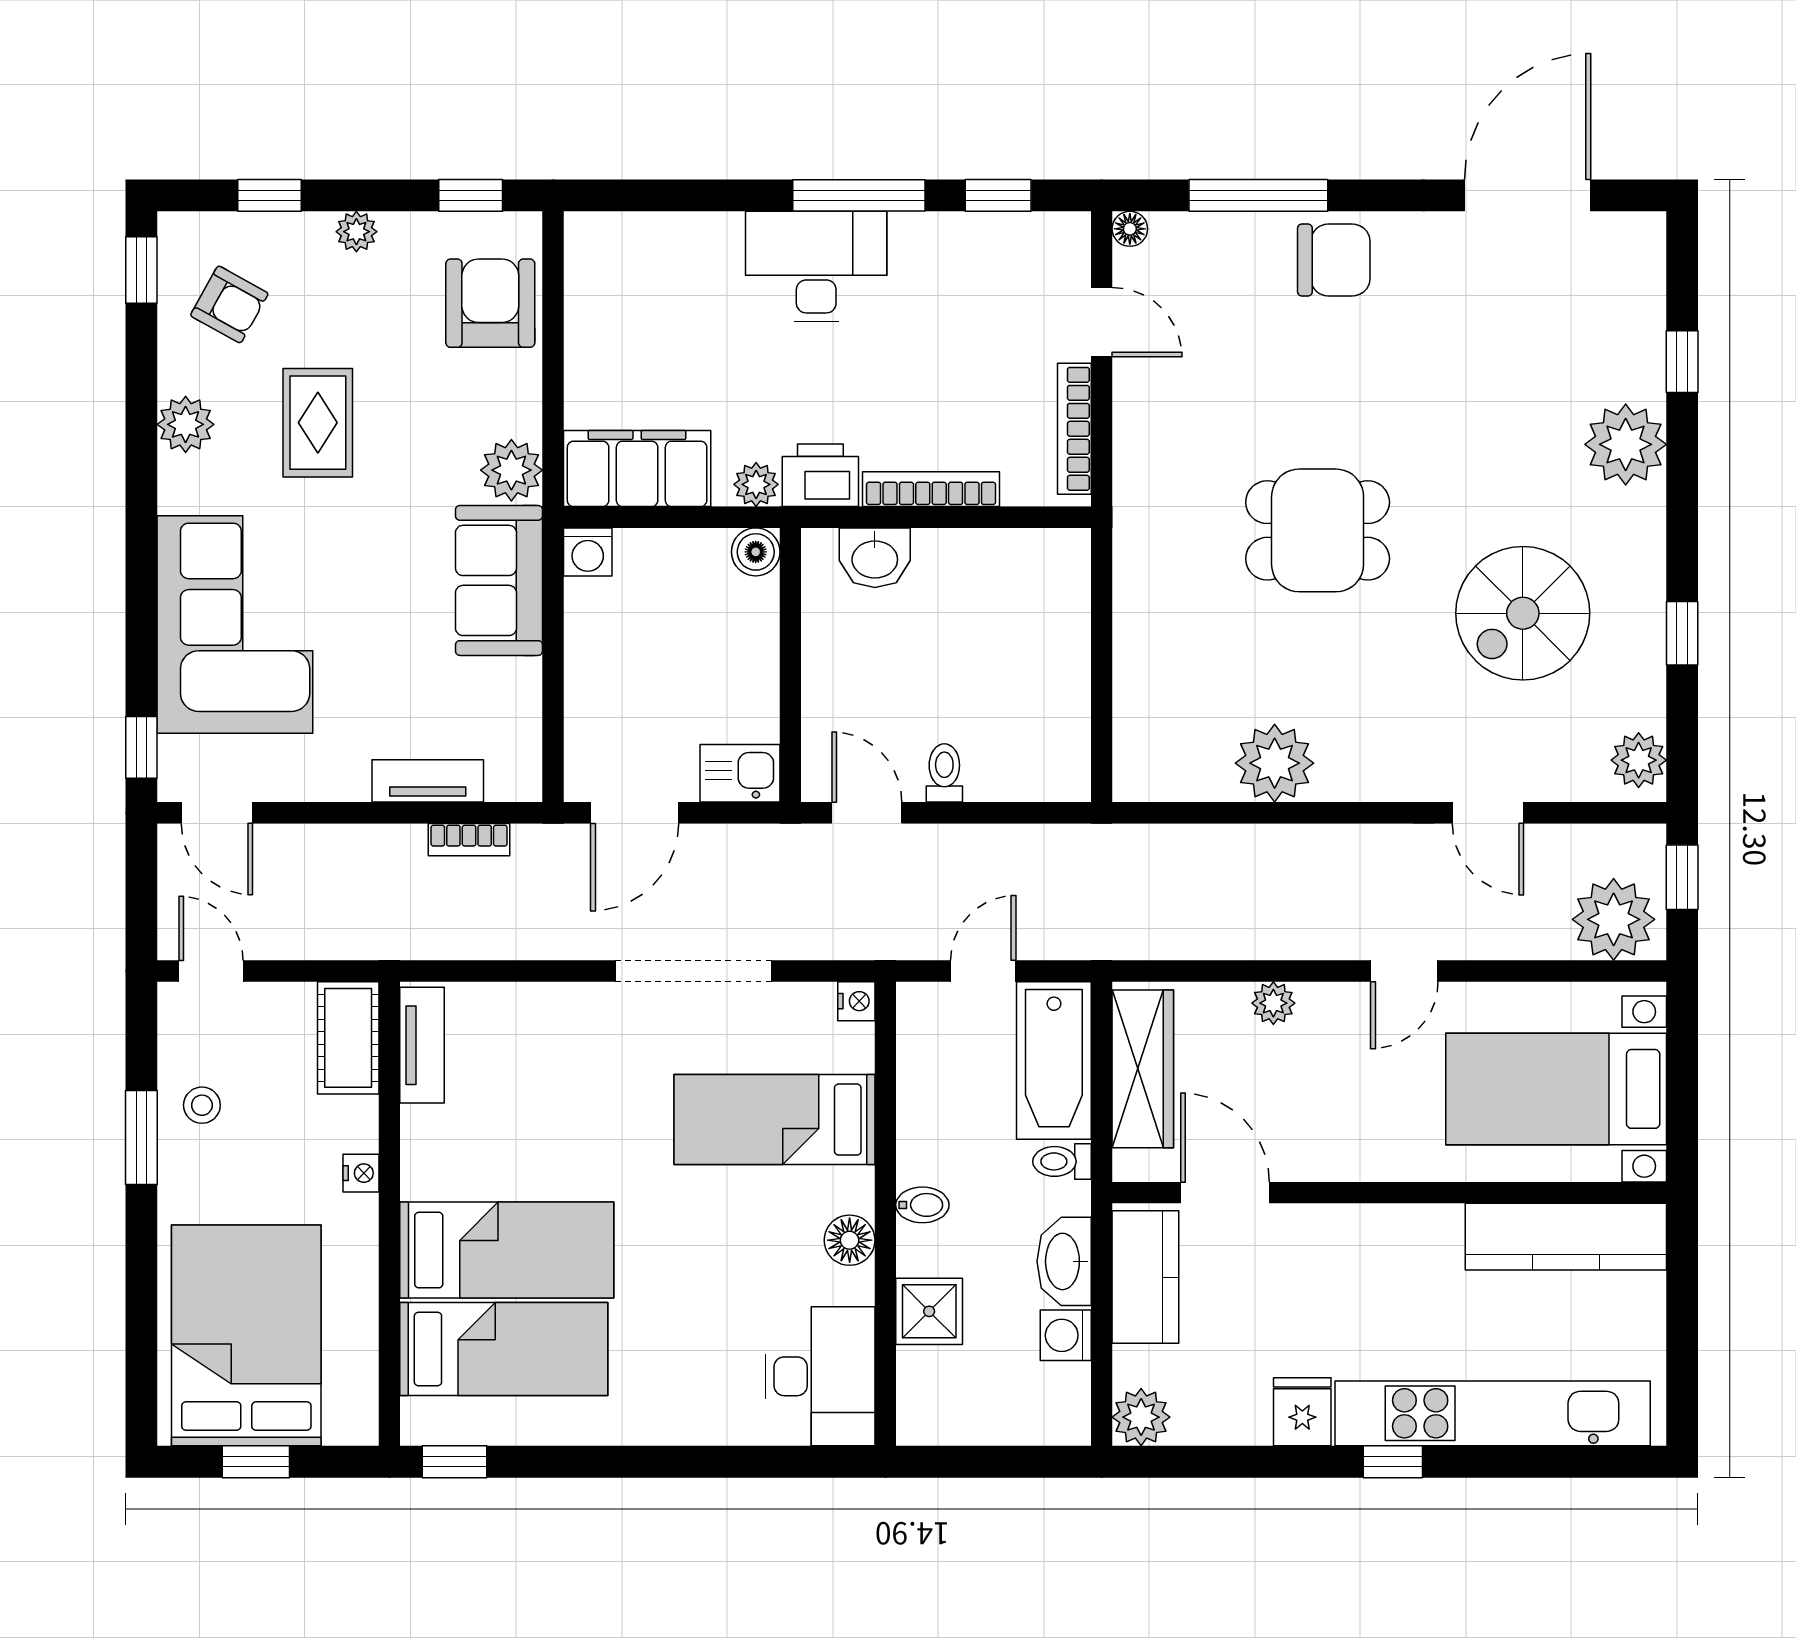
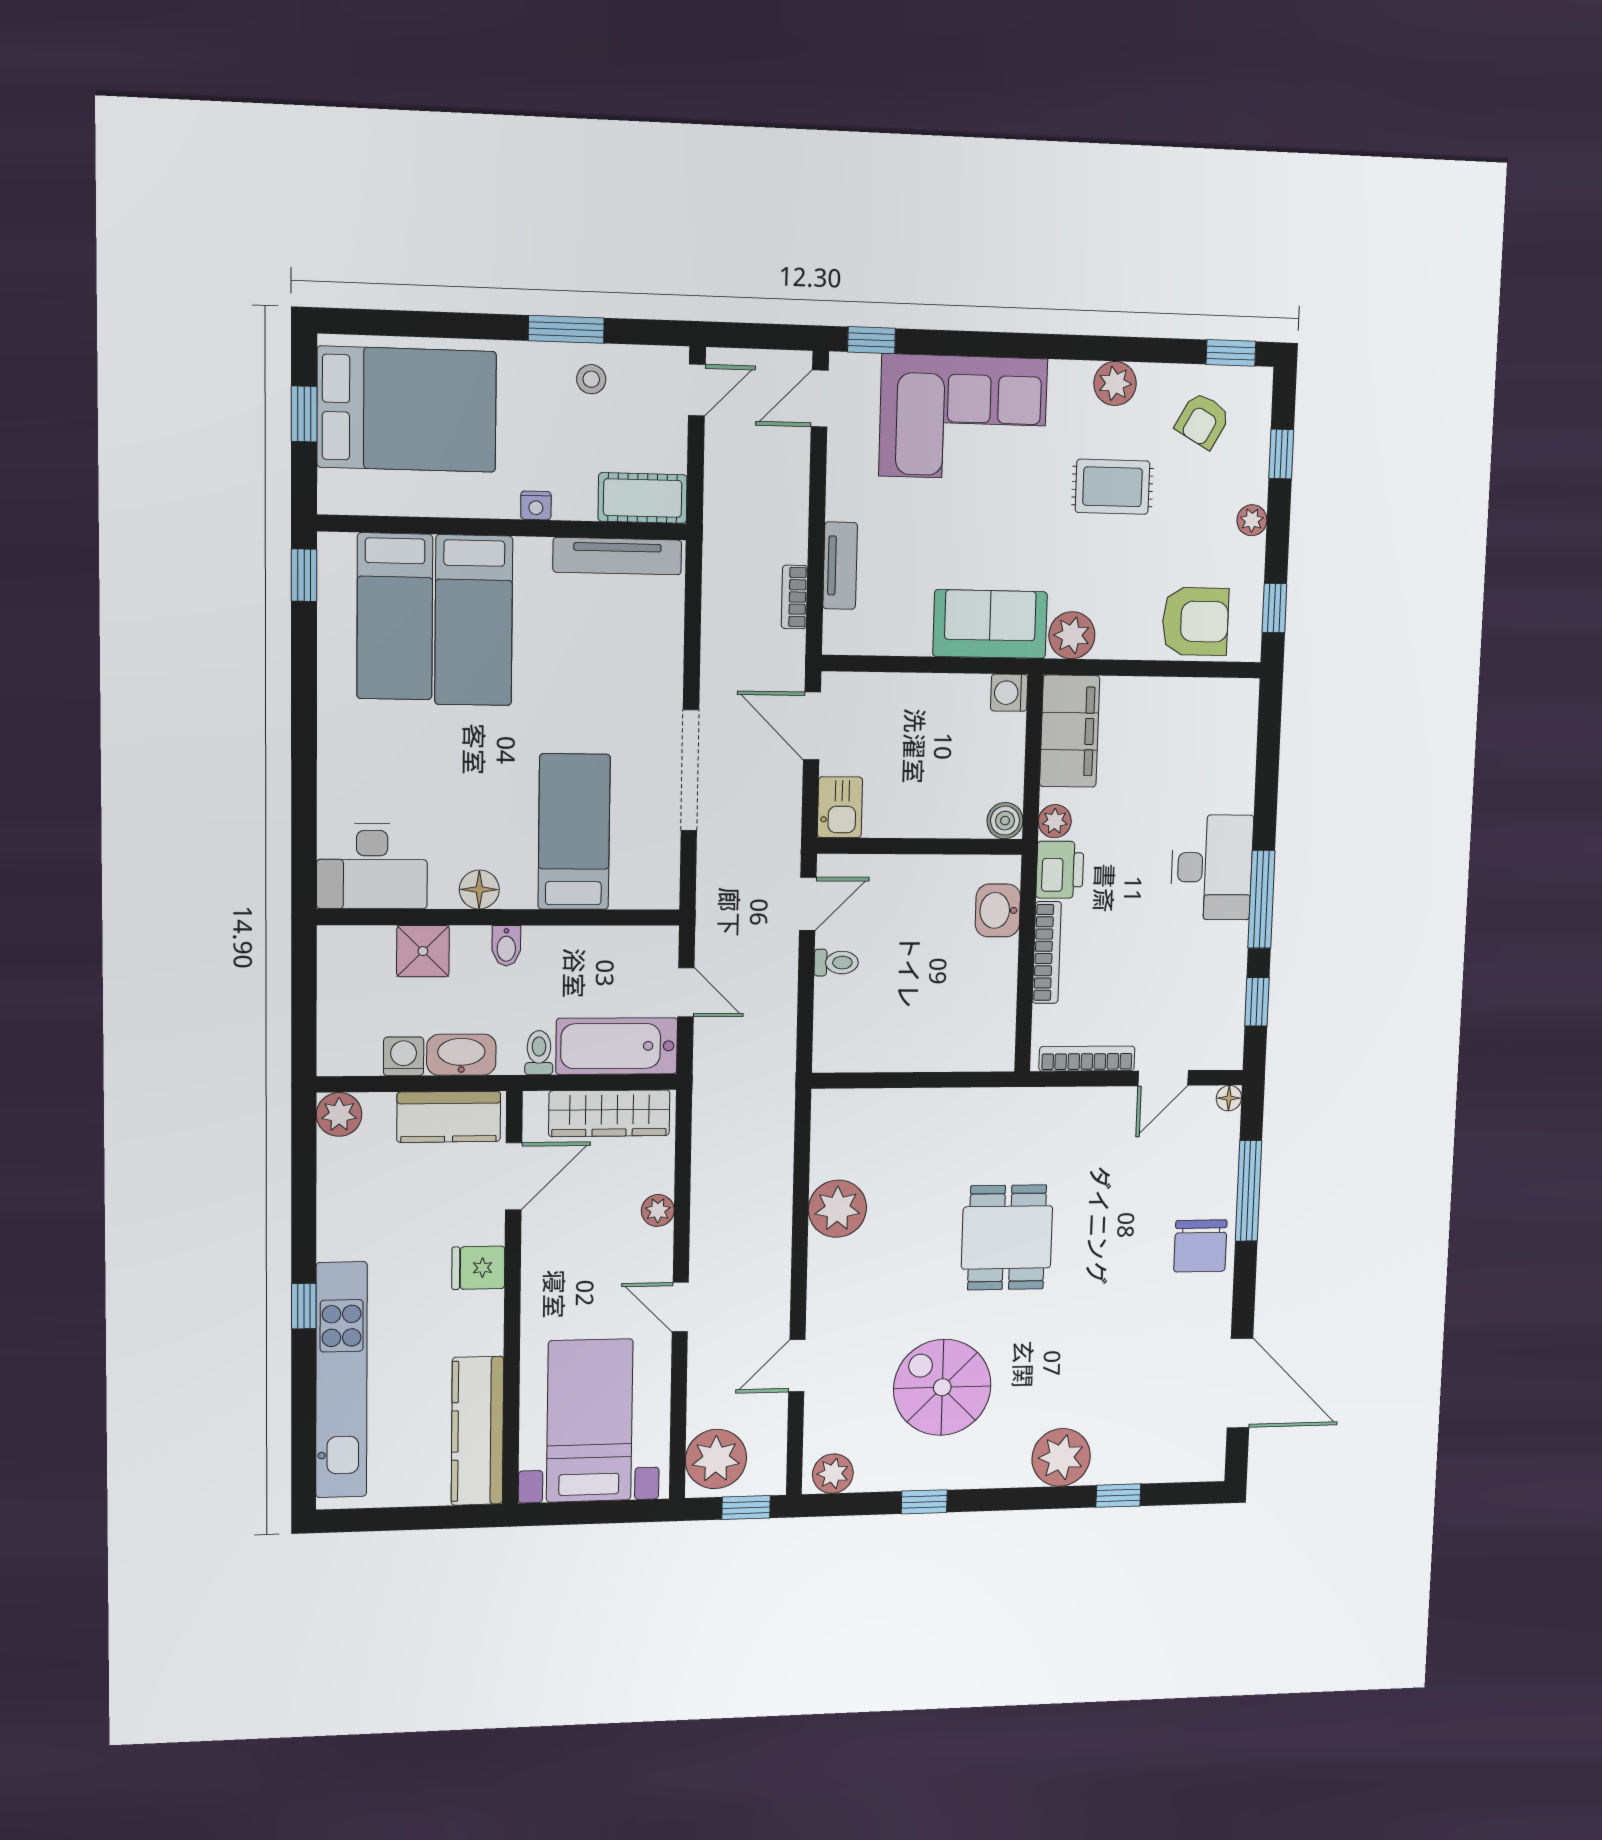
nightstand: (856, 1001) -> (665, 895), removed
tv unit: (422, 1045) -> (617, 556), width x1.41
fridge: (1302, 1412) -> (478, 1268), moved, turned 180

